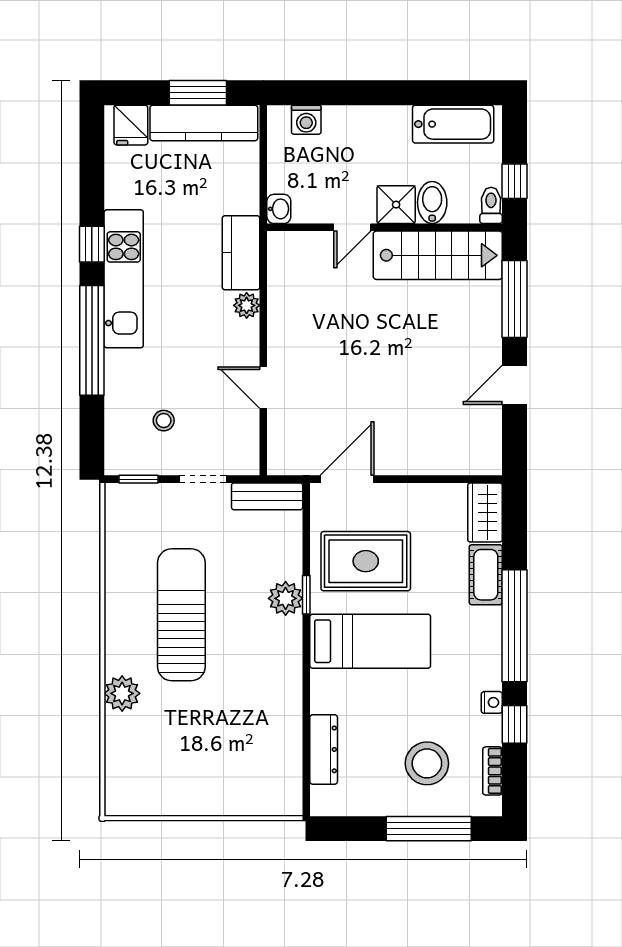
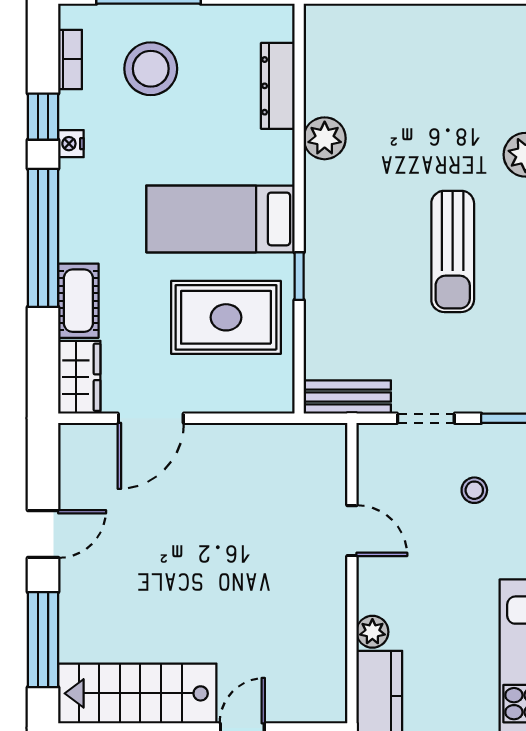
door: (347, 479) -> (151, 418), moved
plant: (286, 598) -> (325, 138), moved
sun lounger: (181, 615) -> (453, 251), width x0.73, depth x0.75

